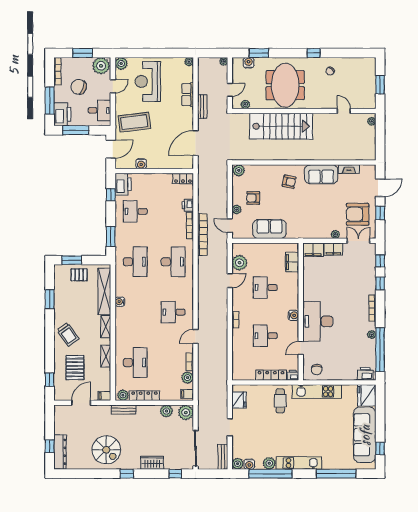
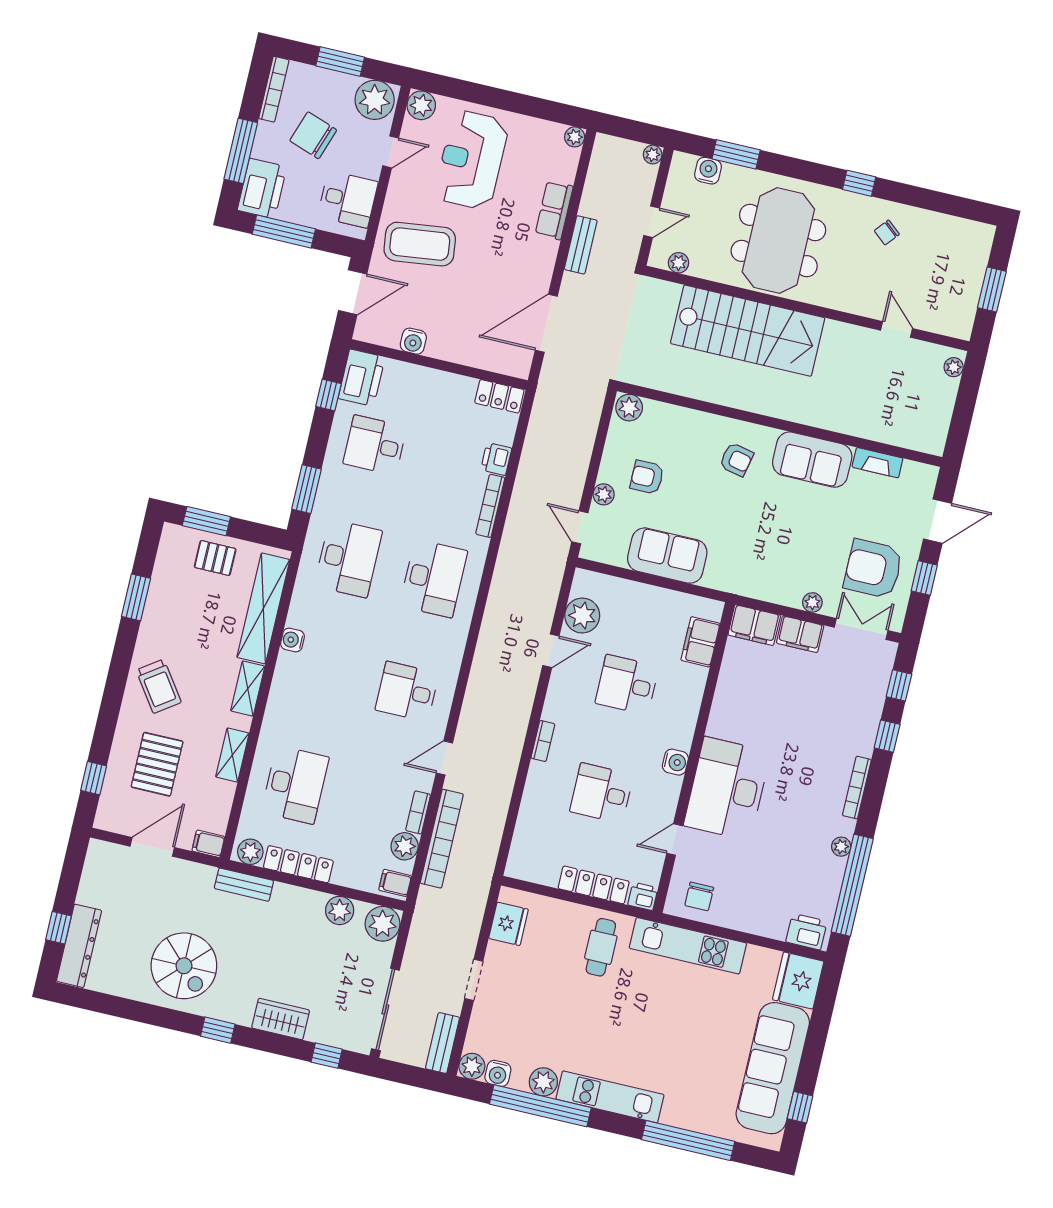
bookcase: (202, 234) -> (442, 839), moved

